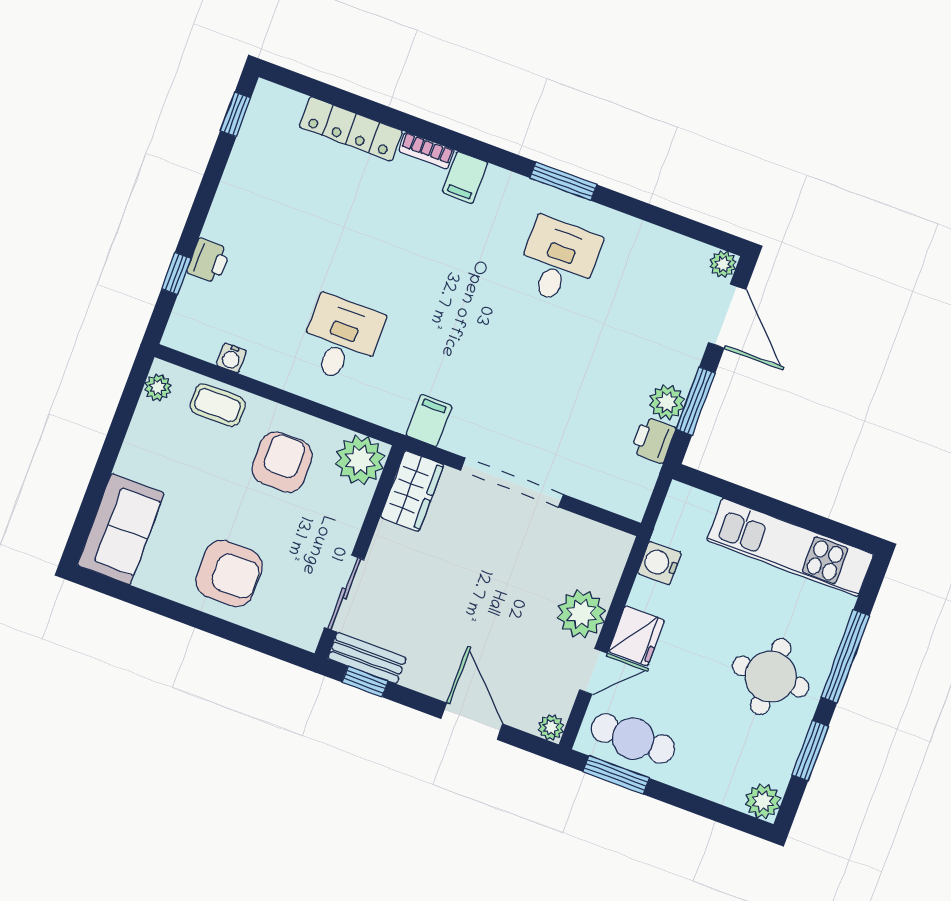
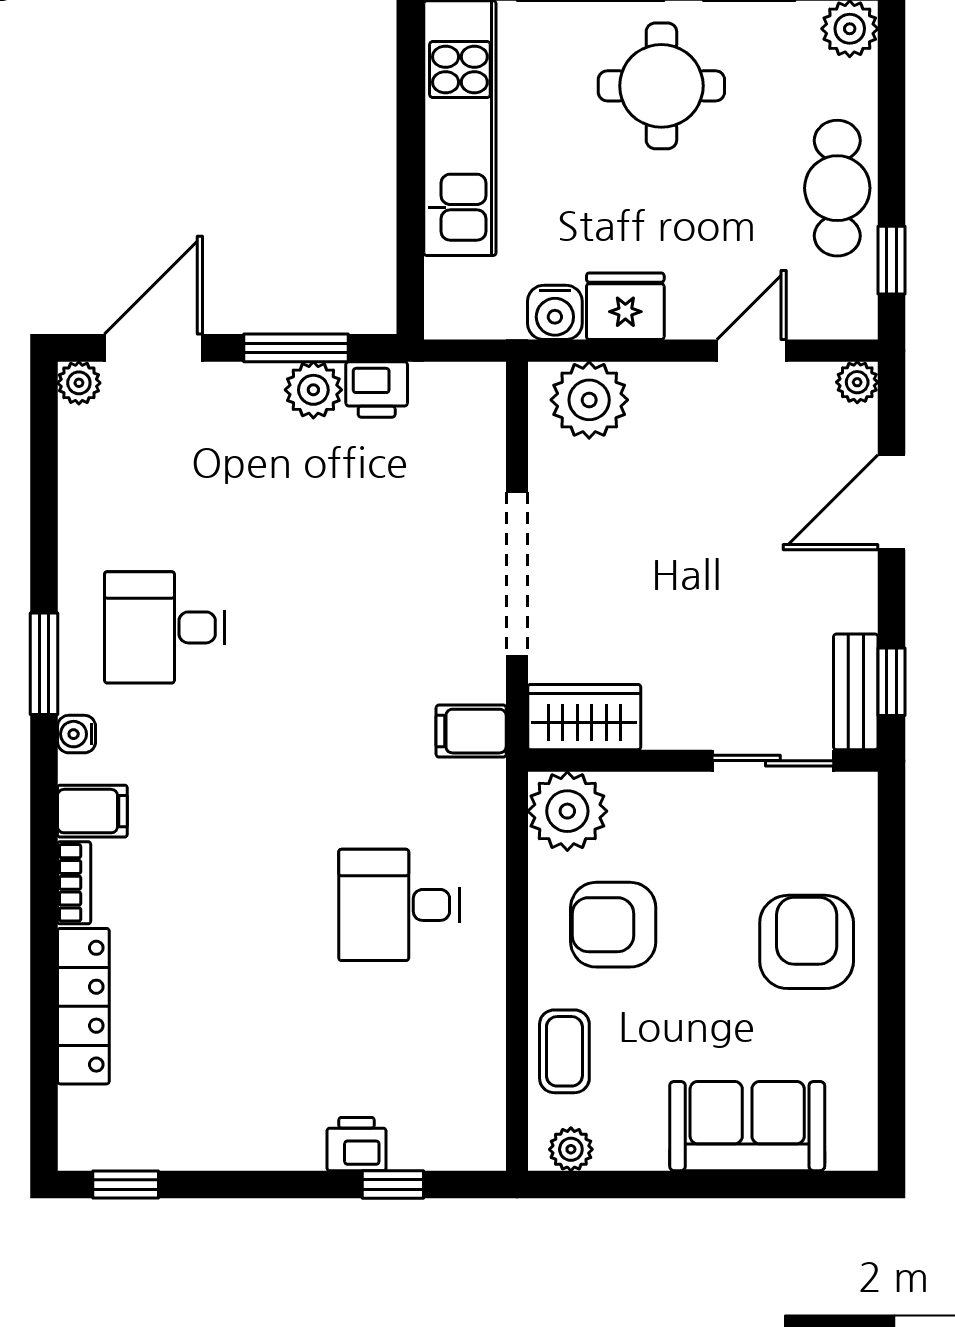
water cooler: (231, 358) -> (77, 734), moved, turned 180
sofa: (121, 529) -> (747, 1126), moved
plant: (581, 614) -> (589, 400), moved
fridge: (636, 636) -> (625, 306), moved
door: (593, 672) -> (751, 351), hinge flipped
cafe table: (633, 739) -> (837, 188), moved
window: (616, 775) -> (892, 260), width x0.67

